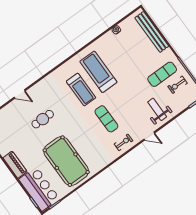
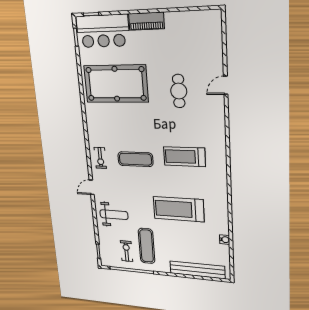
treadmill: (98, 72) -> (178, 209), moved, turned 180

